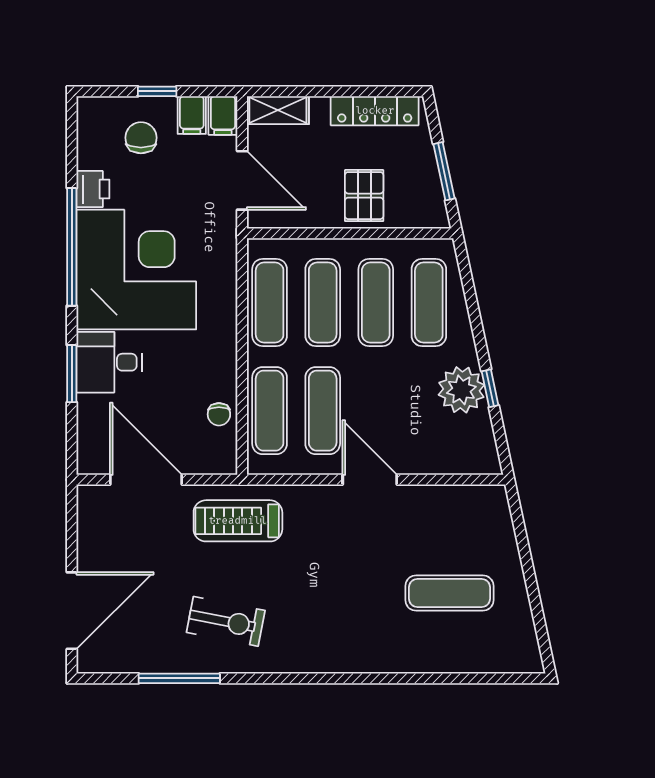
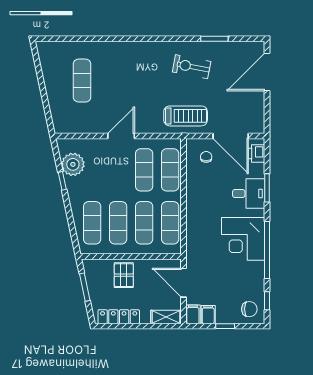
chair: (141, 138) -> (249, 309), moved, turned -90
window: (72, 143) -> (267, 301), added
printer: (93, 189) -> (257, 153), moved
corner desk: (136, 270) -> (243, 239), width x0.74, depth x0.74
plant: (461, 390) -> (73, 164), moved
chair: (219, 414) -> (206, 157), moved
door: (370, 480) -> (121, 136), swing flipped
exercise mat: (449, 593) -> (82, 81), turned 90
window: (179, 678) -> (214, 39), width x0.69

